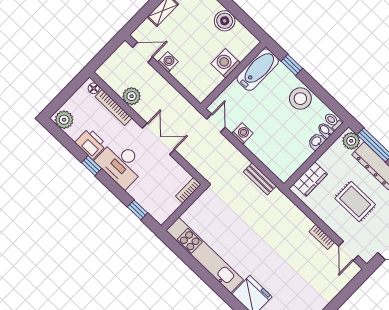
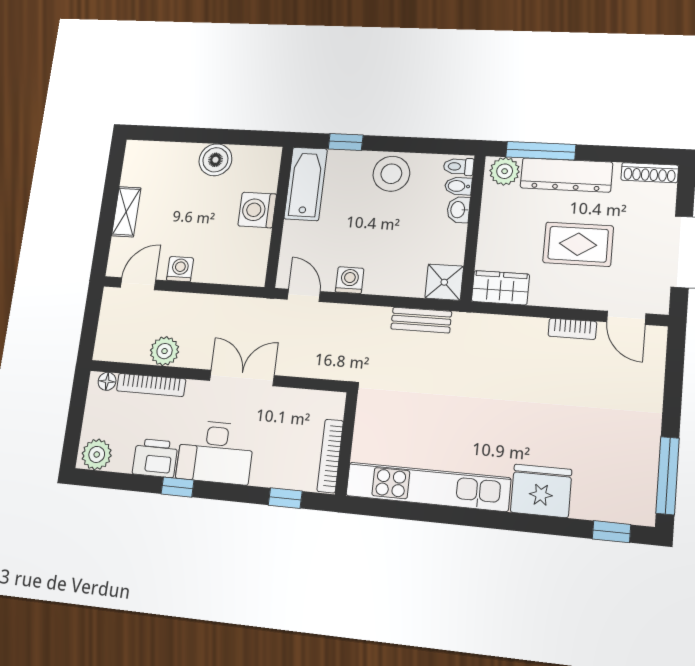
shower: (284, 170) -> (444, 282), added
wardrobe: (310, 179) -> (500, 288), moved, turned -90
bookcase: (188, 190) -> (330, 456), moved, width x1.56

